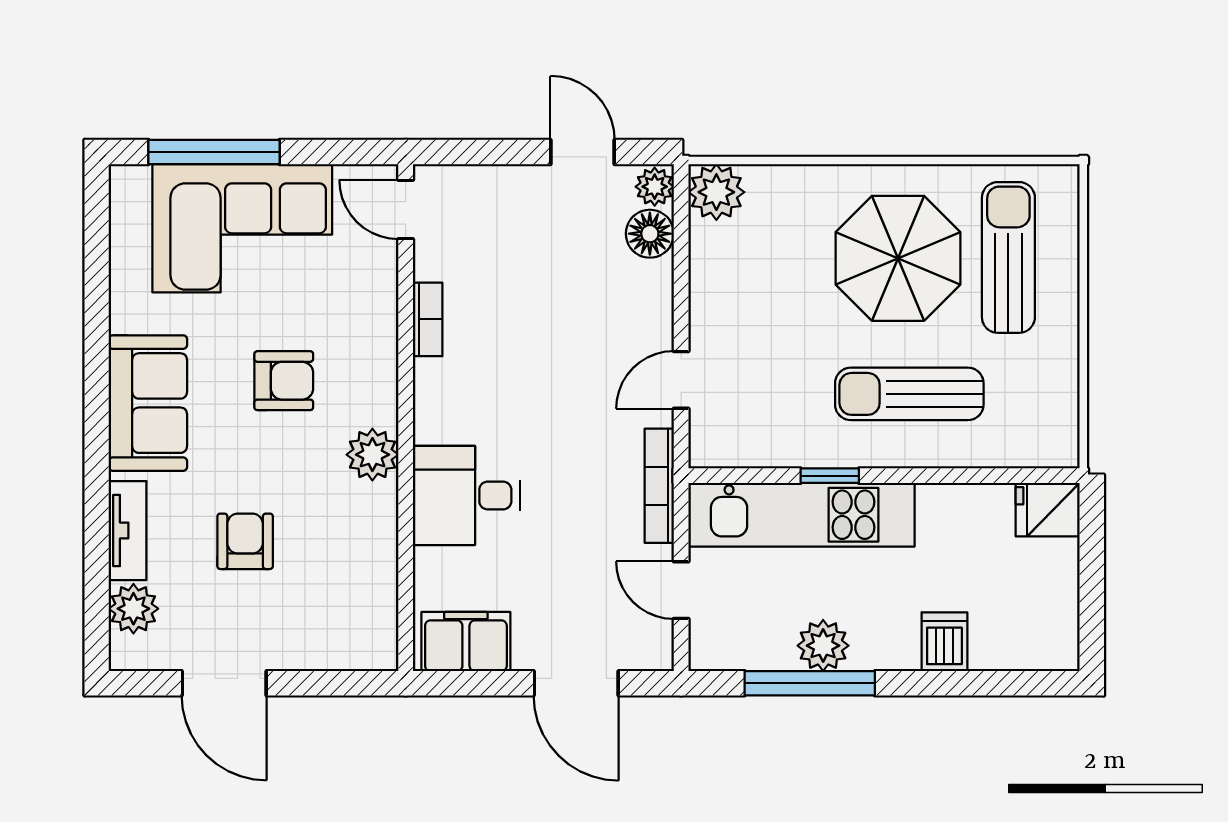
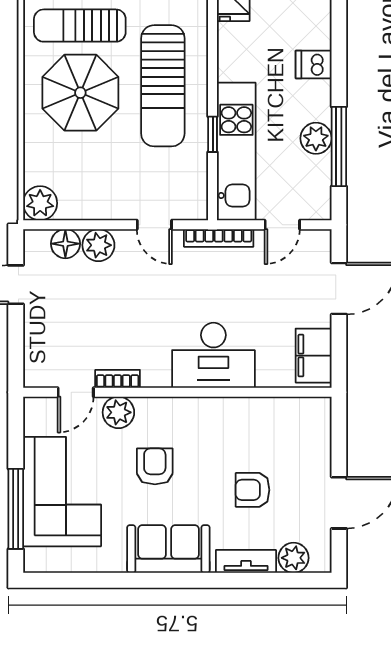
plant: (655, 187) -> (98, 245), moved, width x1.38, depth x1.38
door: (406, 210) -> (76, 392), moved
sun lounger: (909, 394) -> (163, 86), width x1.36, depth x1.34
plant: (372, 455) -> (118, 412), moved
desk: (466, 495) -> (213, 355), width x1.37

